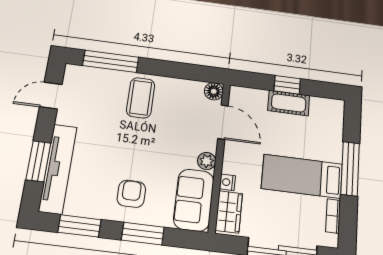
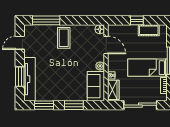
cot: (289, 103) -> (149, 30), moved
armchair: (131, 194) -> (66, 87), removed

